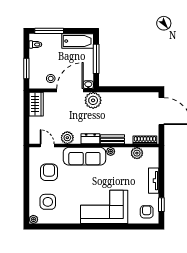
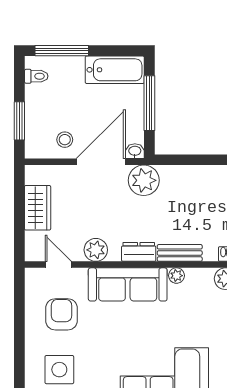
wardrobe: (36, 104) -> (38, 208), moved

